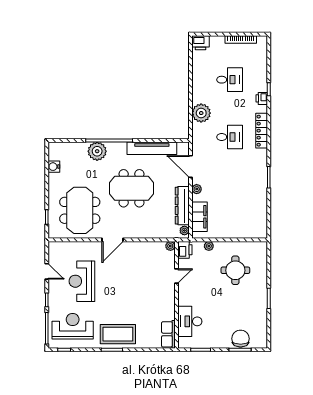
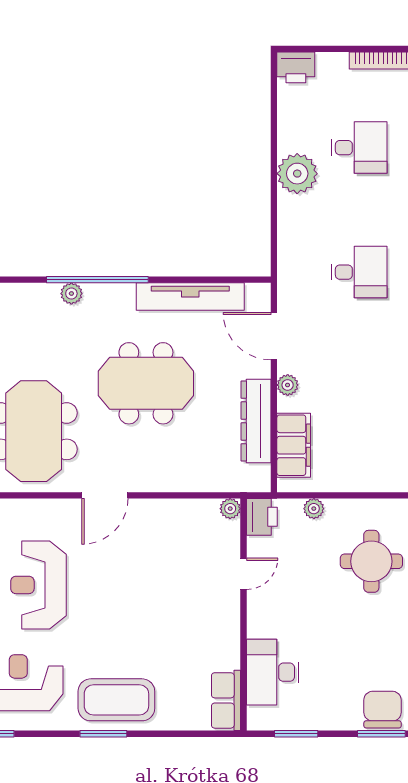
plant: (201, 113) -> (297, 174), moved
plant: (97, 151) -> (71, 294), width x0.53, depth x0.53
plant: (184, 230) -> (261, 475), removed

